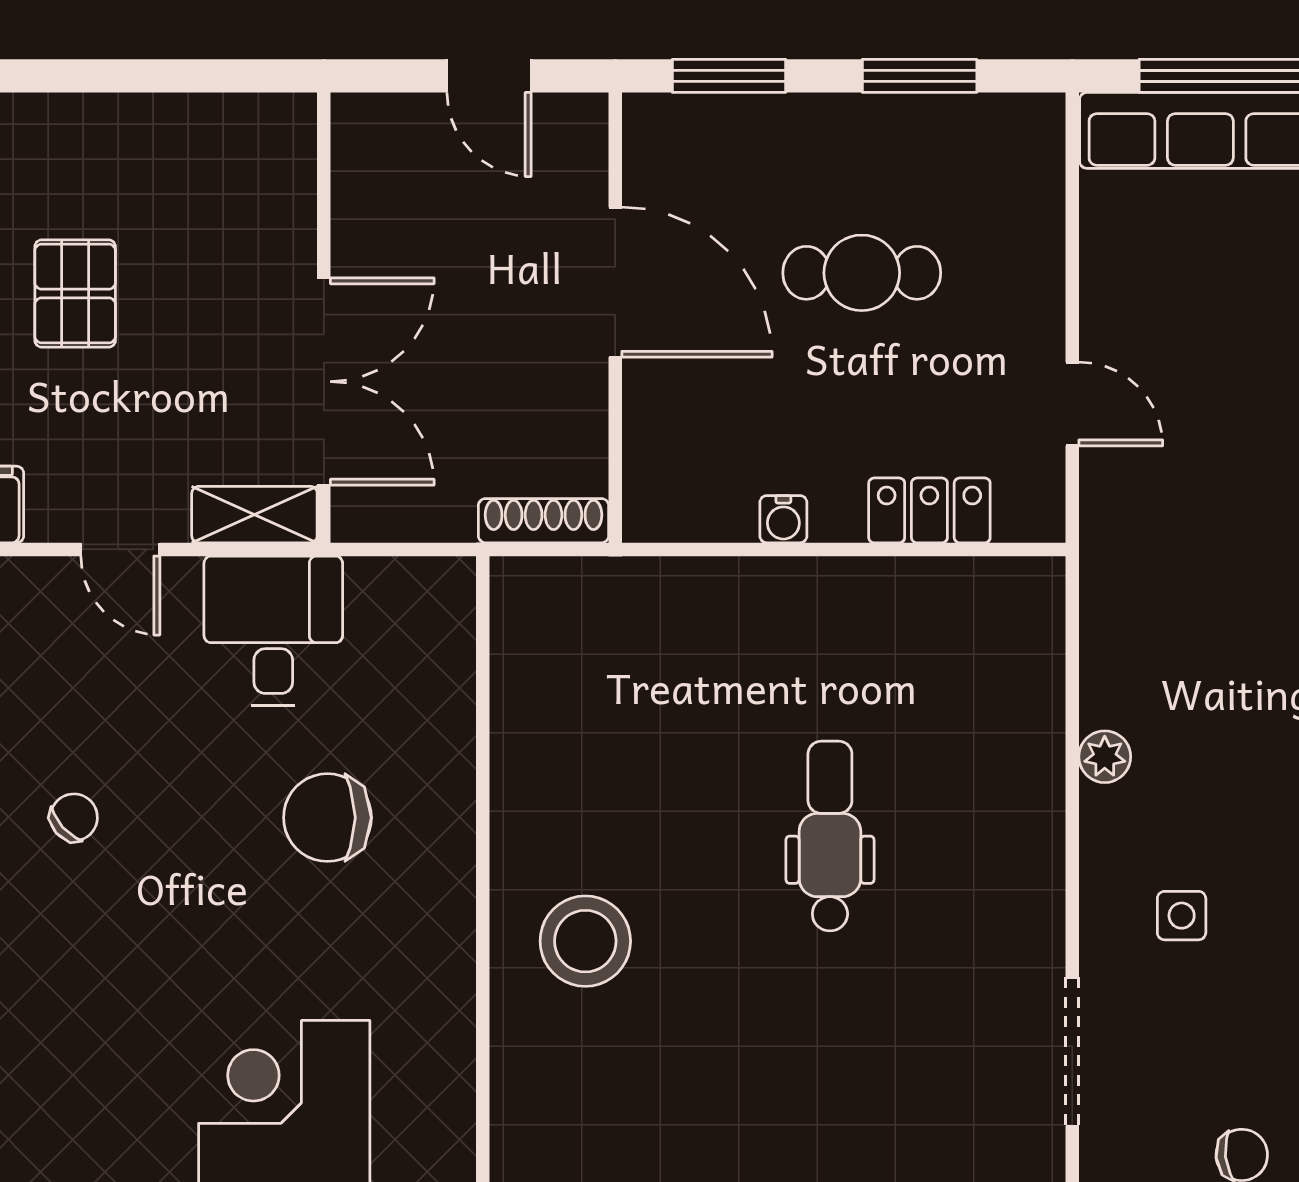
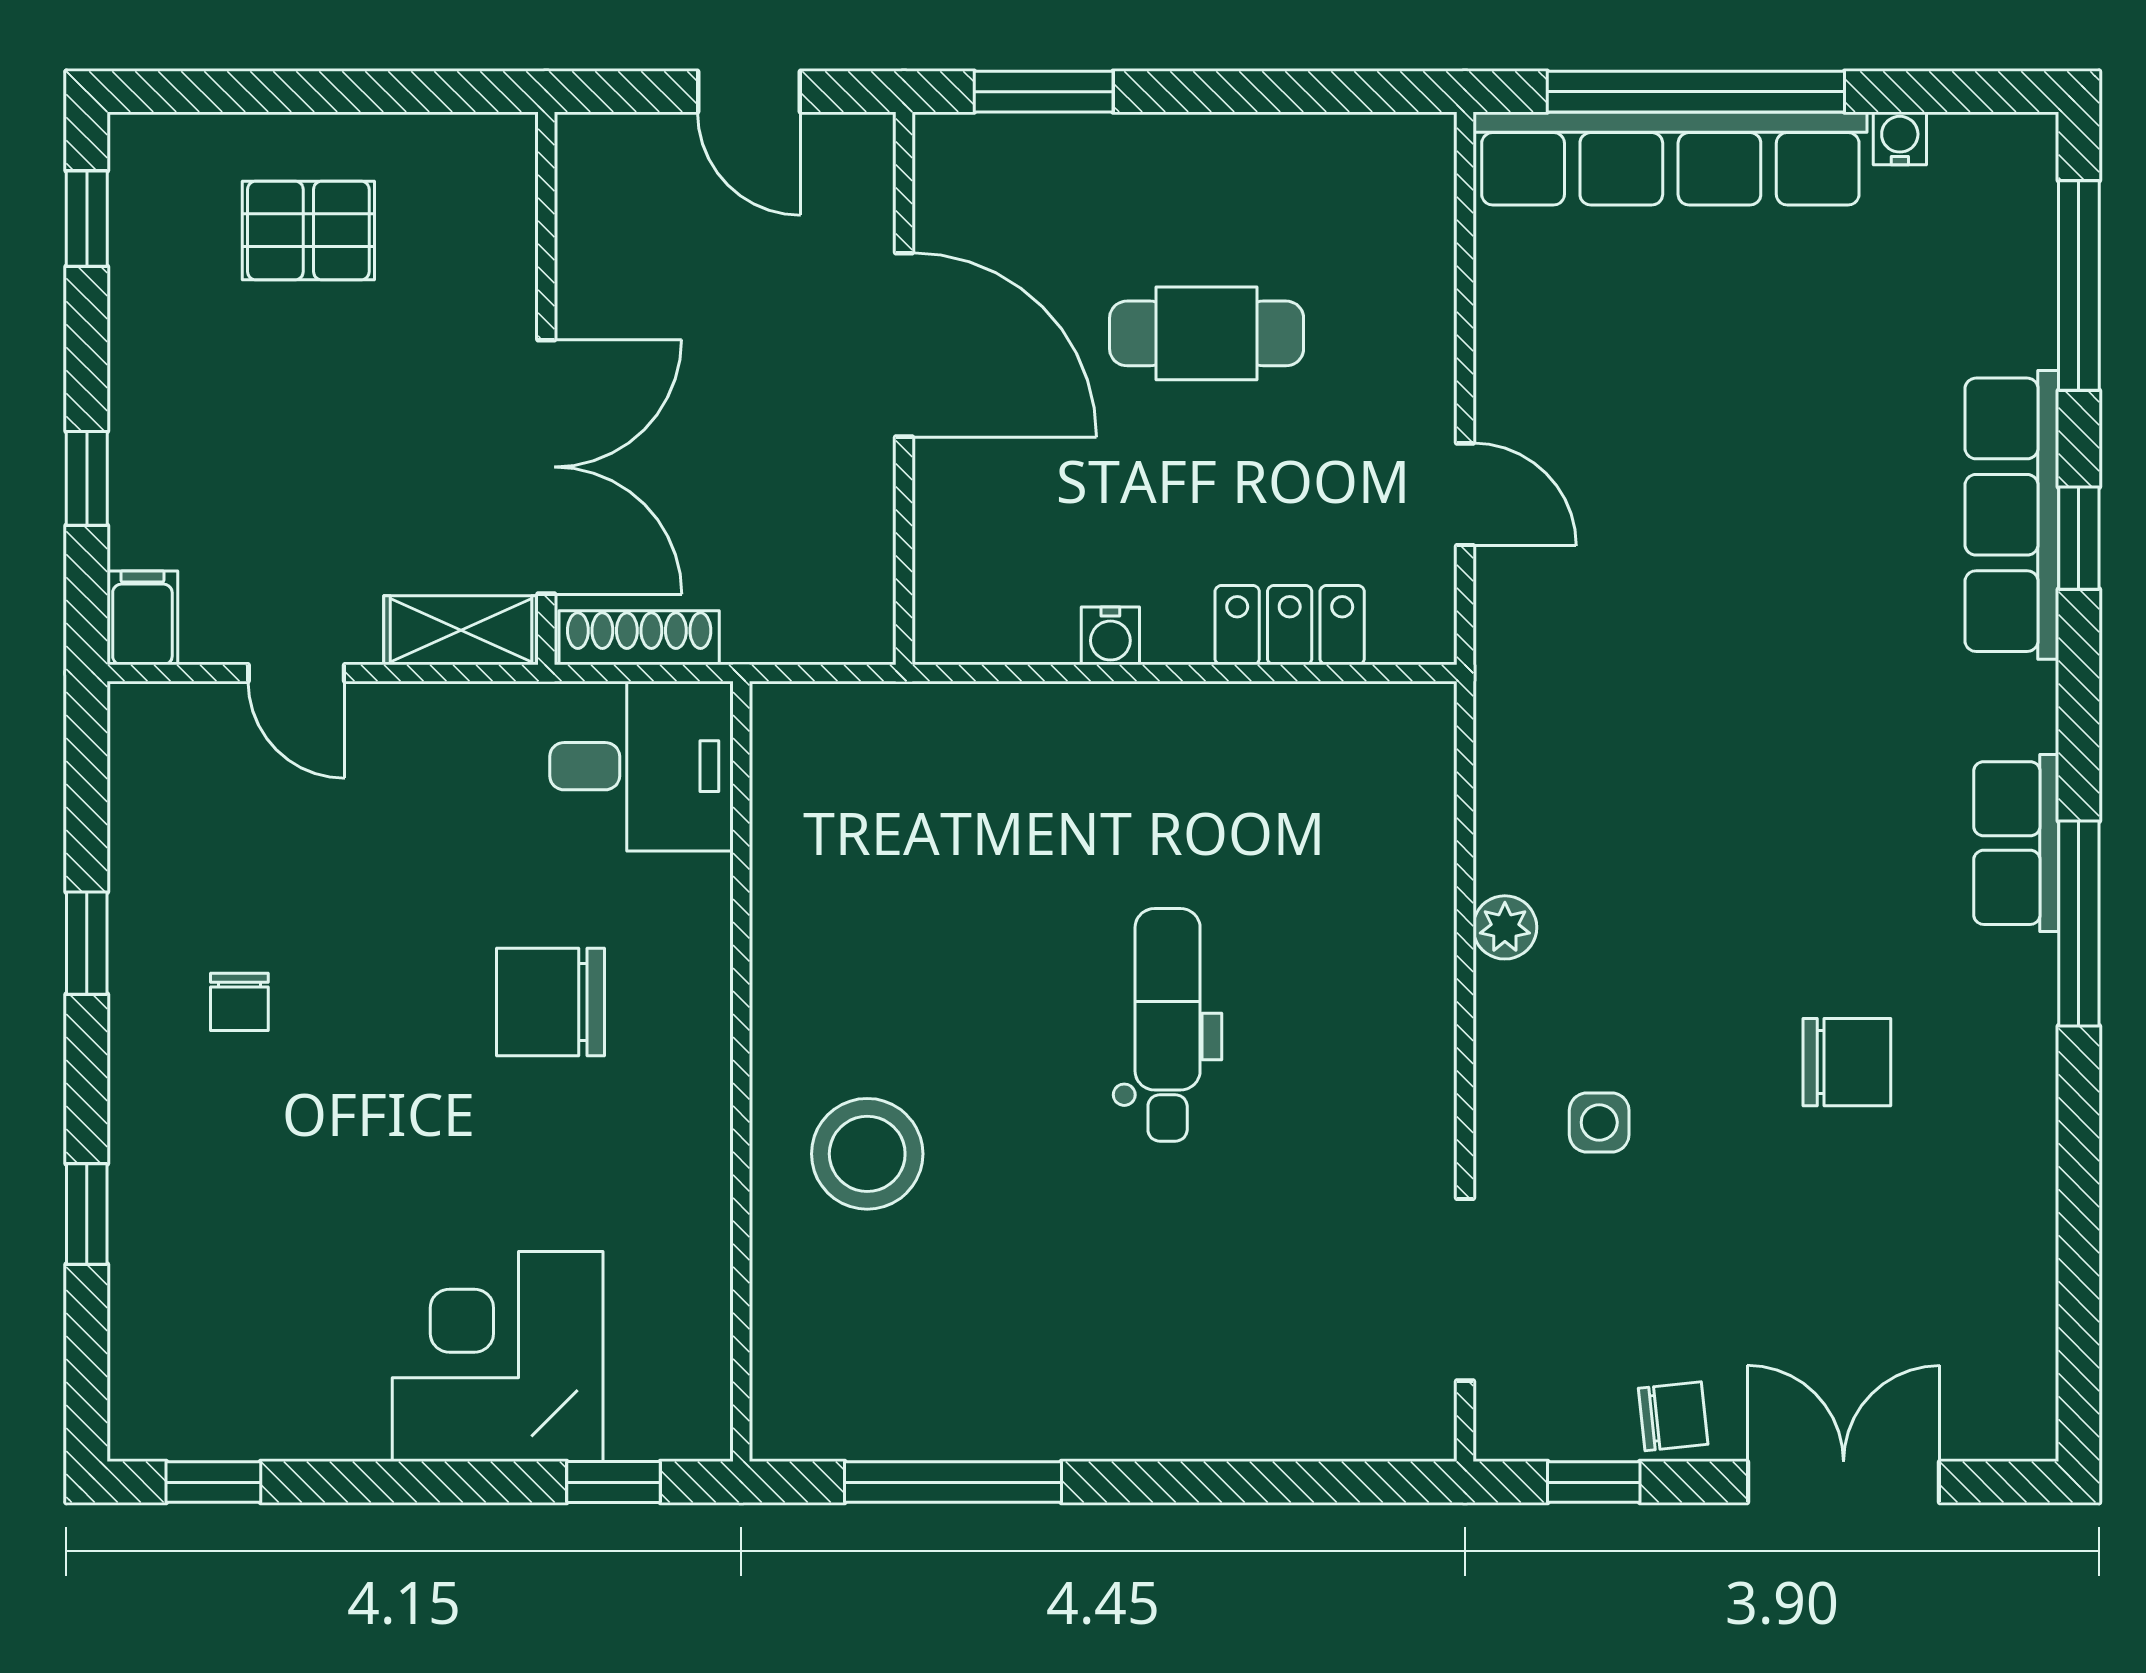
window: (920, 76) -> (1278, 92), removed
pallet: (75, 293) -> (308, 230), moved, turned 90
shoe rack: (544, 521) -> (639, 638), moved
desk: (273, 631) -> (642, 766), moved, turned 90
chair: (74, 817) -> (239, 1002), turned 132

